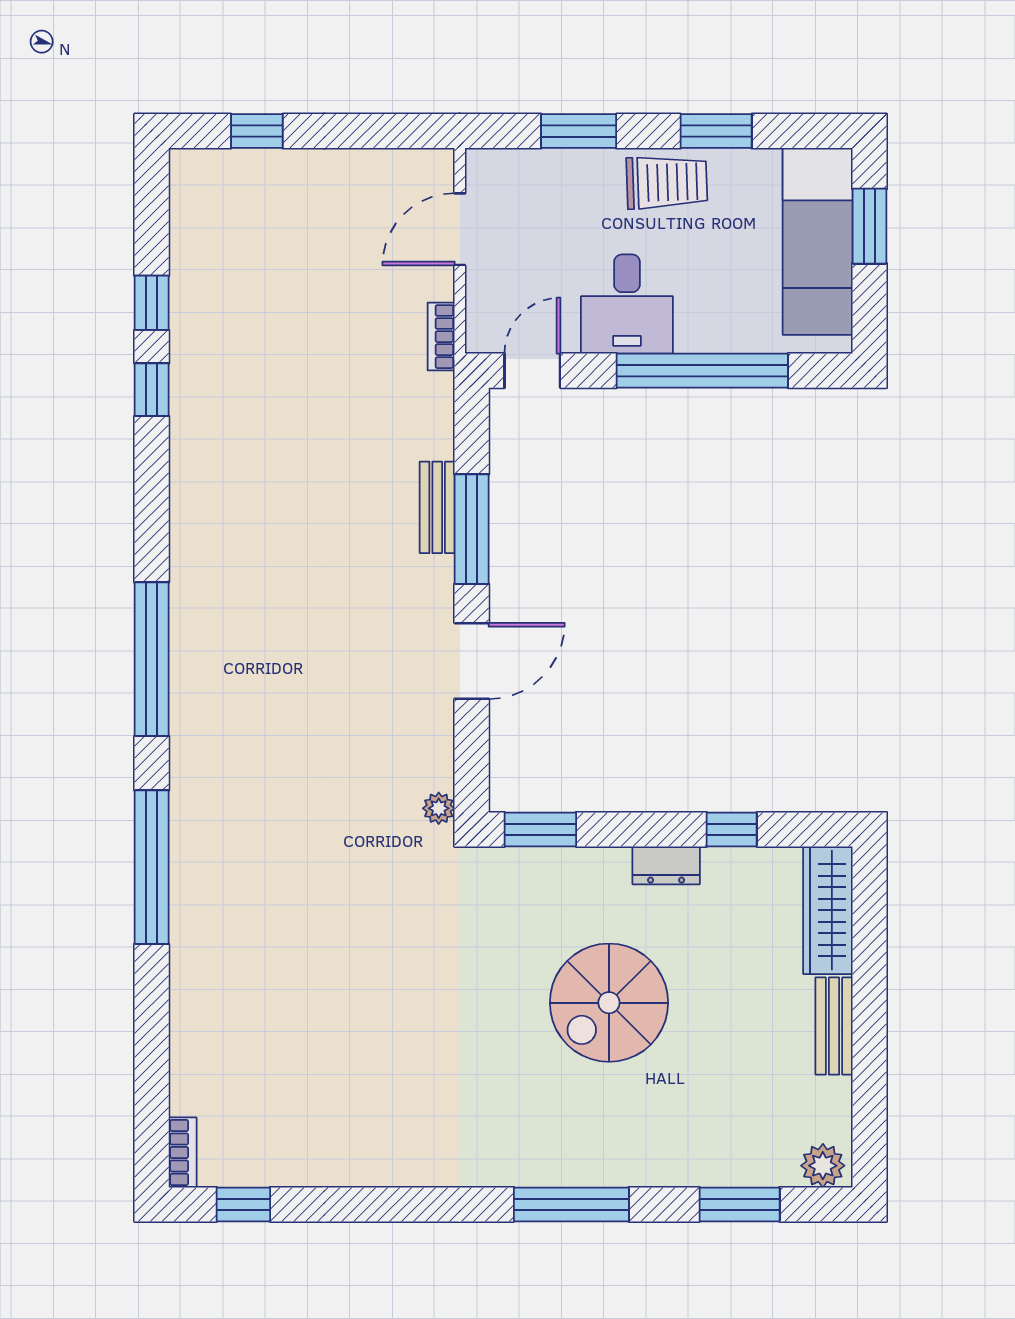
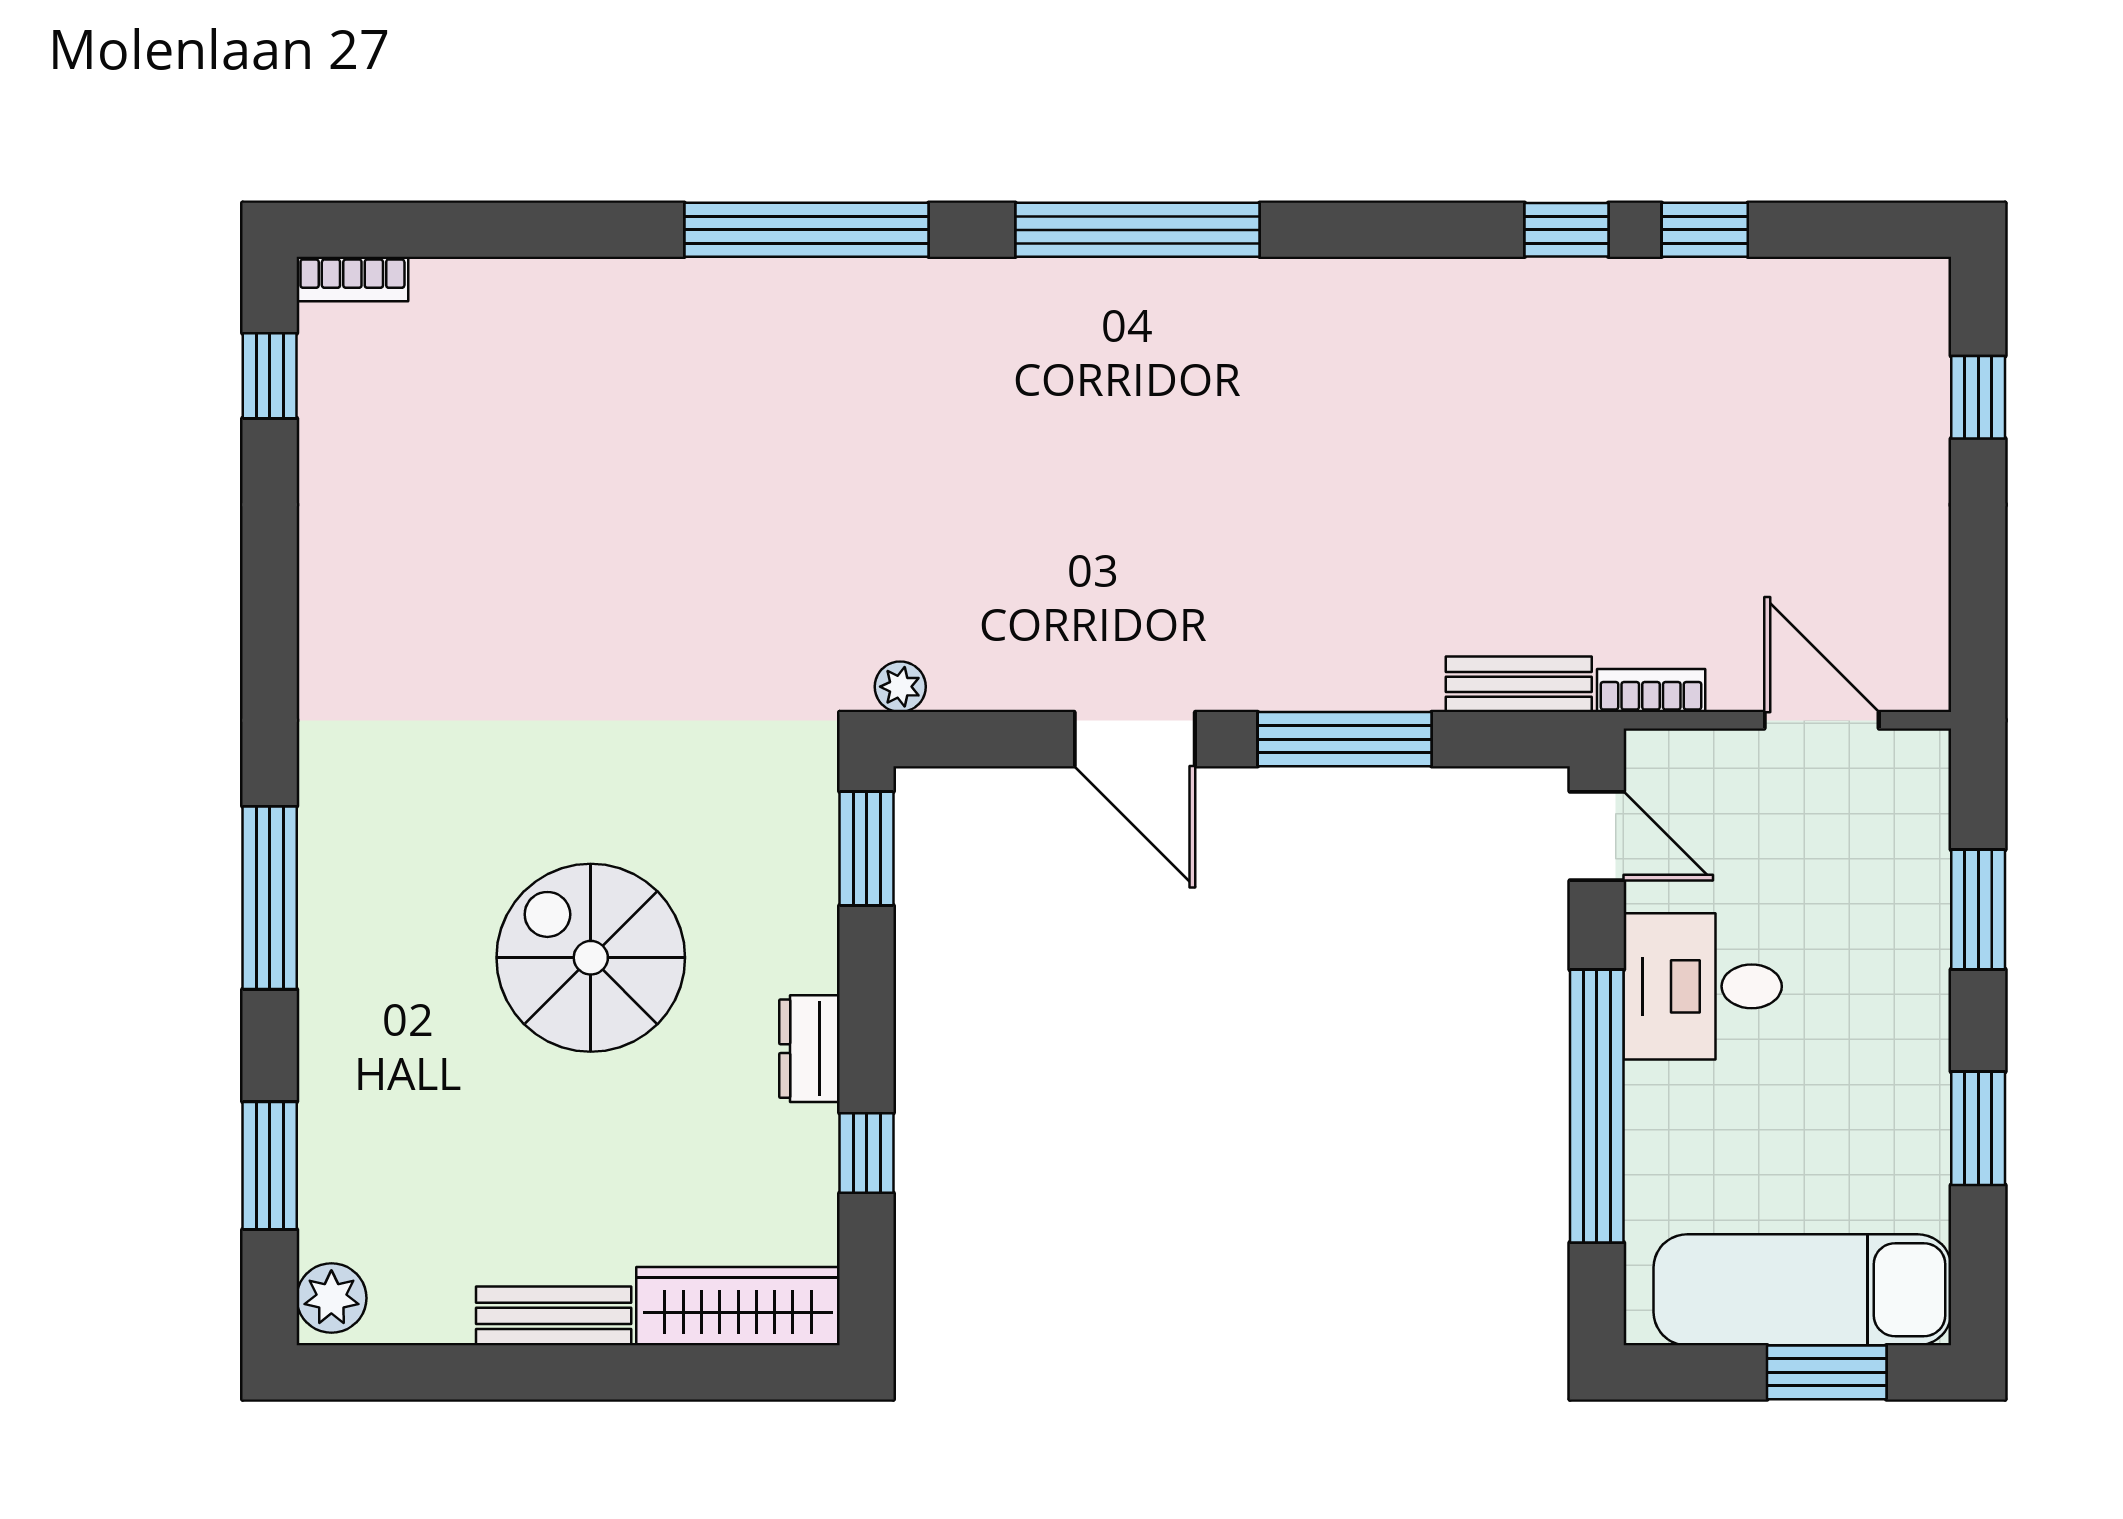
trolley: (667, 182) -> (1897, 1050), removed
bench: (437, 507) -> (1519, 684), moved

